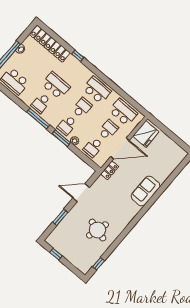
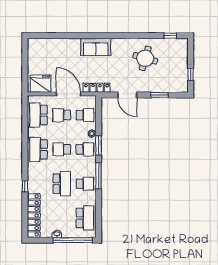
school desk: (56, 85) -> (62, 184), turned 180
locker: (110, 170) -> (96, 88), width x1.53
sofa: (146, 191) -> (96, 47), moved

